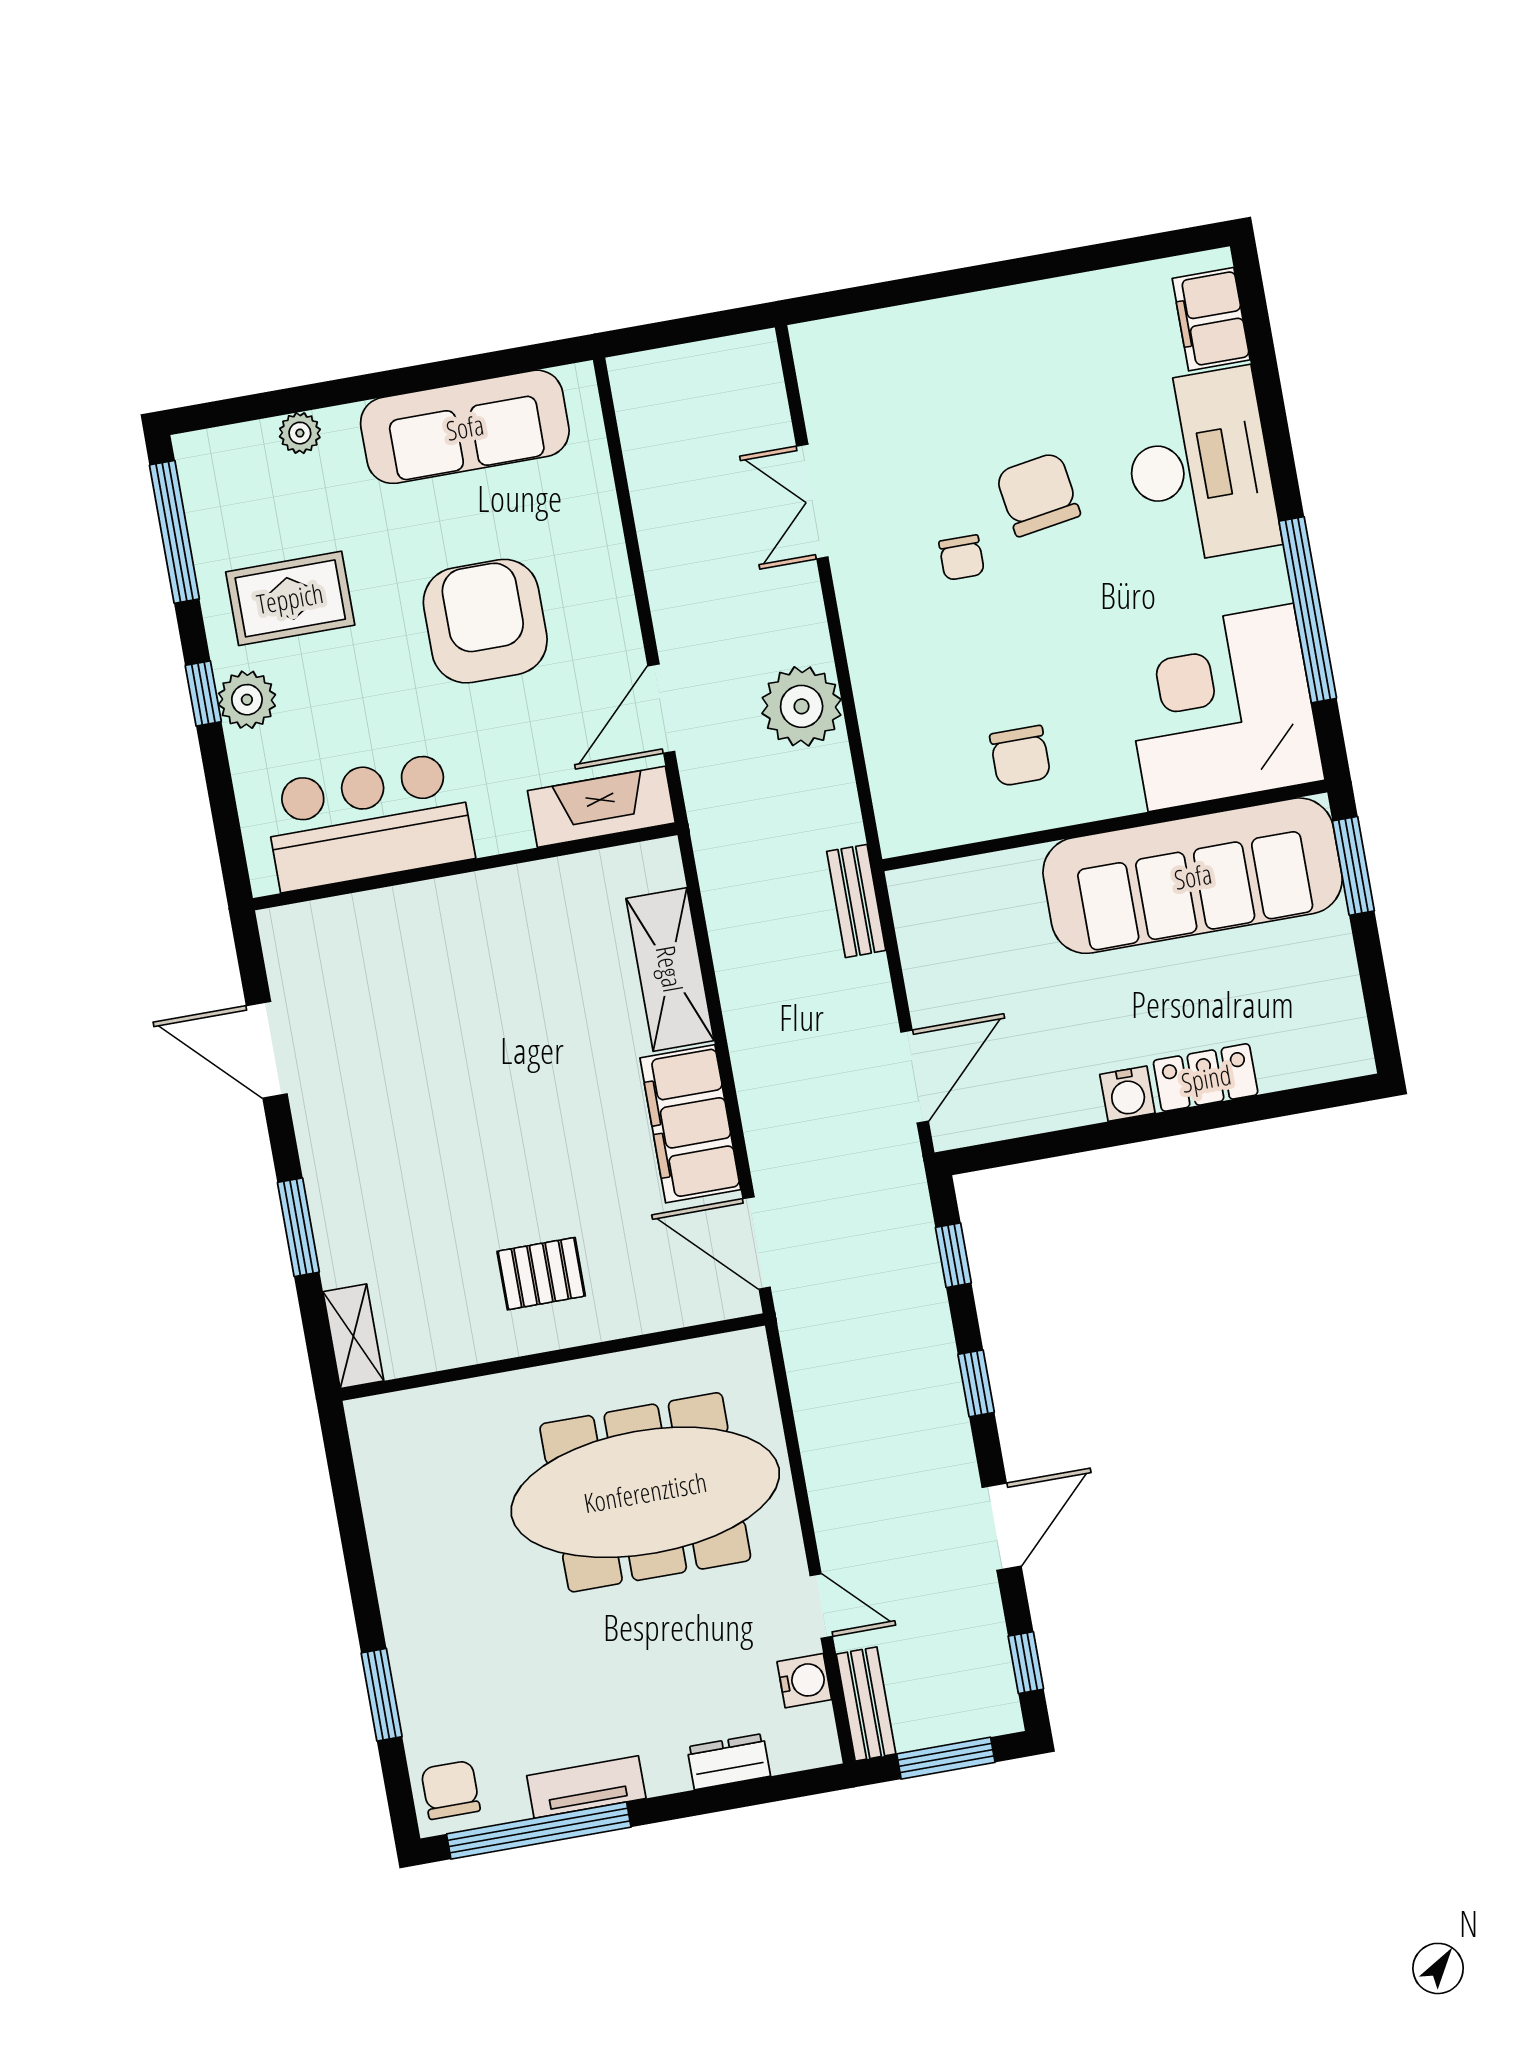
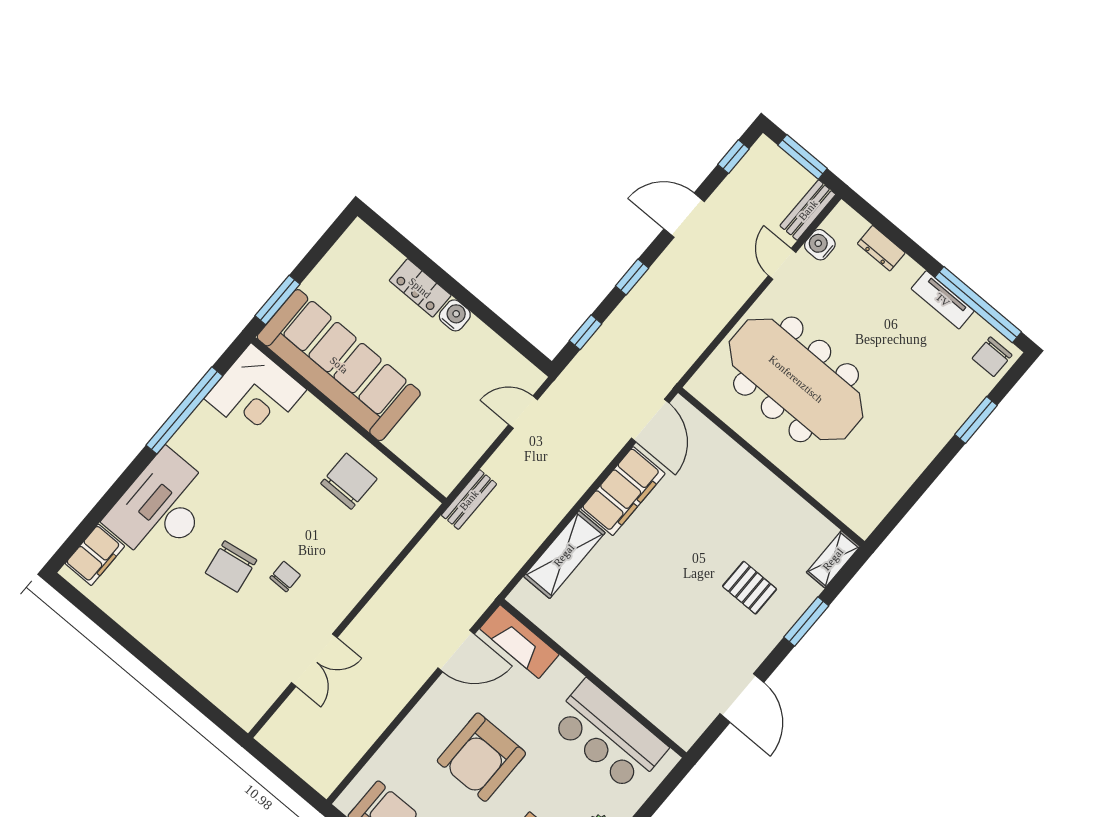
plant: (802, 706) -> (405, 592), removed
corner desk: (1221, 707) -> (255, 394), width x0.74, depth x0.74
chair: (1020, 756) -> (349, 481), width x1.37, depth x1.37
door: (915, 1077) -> (523, 412), width x0.73
pallet: (541, 1274) -> (750, 588), moved

